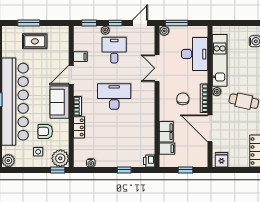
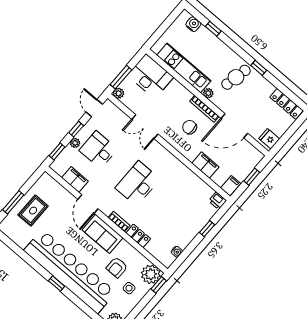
desk: (195, 54) -> (150, 76), moved
filing cabinet: (80, 57) -> (75, 179), width x2.00
filing cabinet: (167, 149) -> (231, 186), moved

